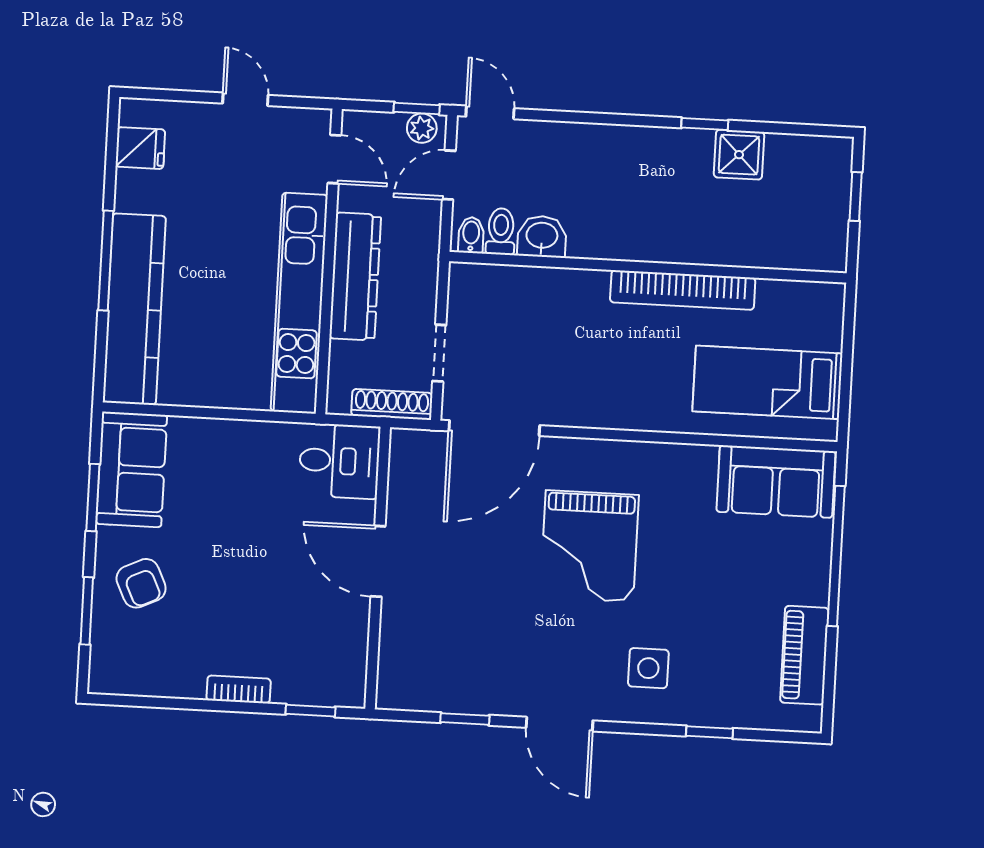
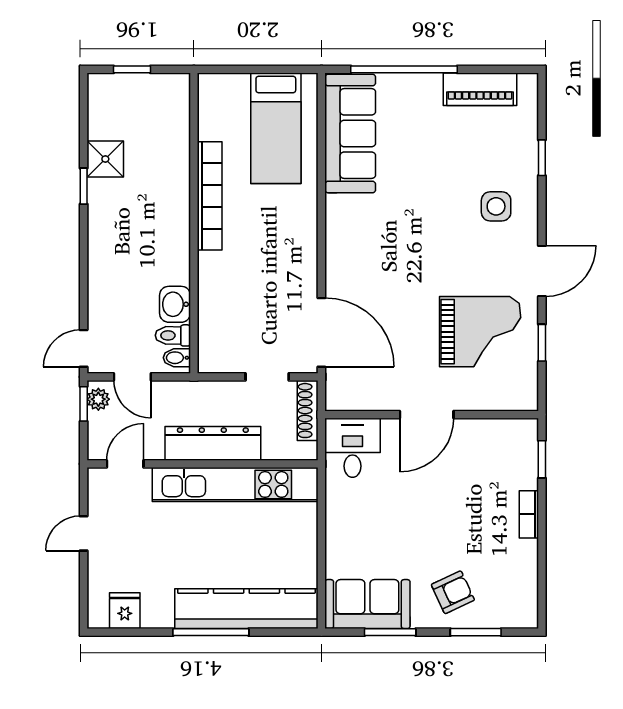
sofa: (776, 482) -> (350, 134), width x1.36
grand piano: (589, 546) -> (480, 332), moved

